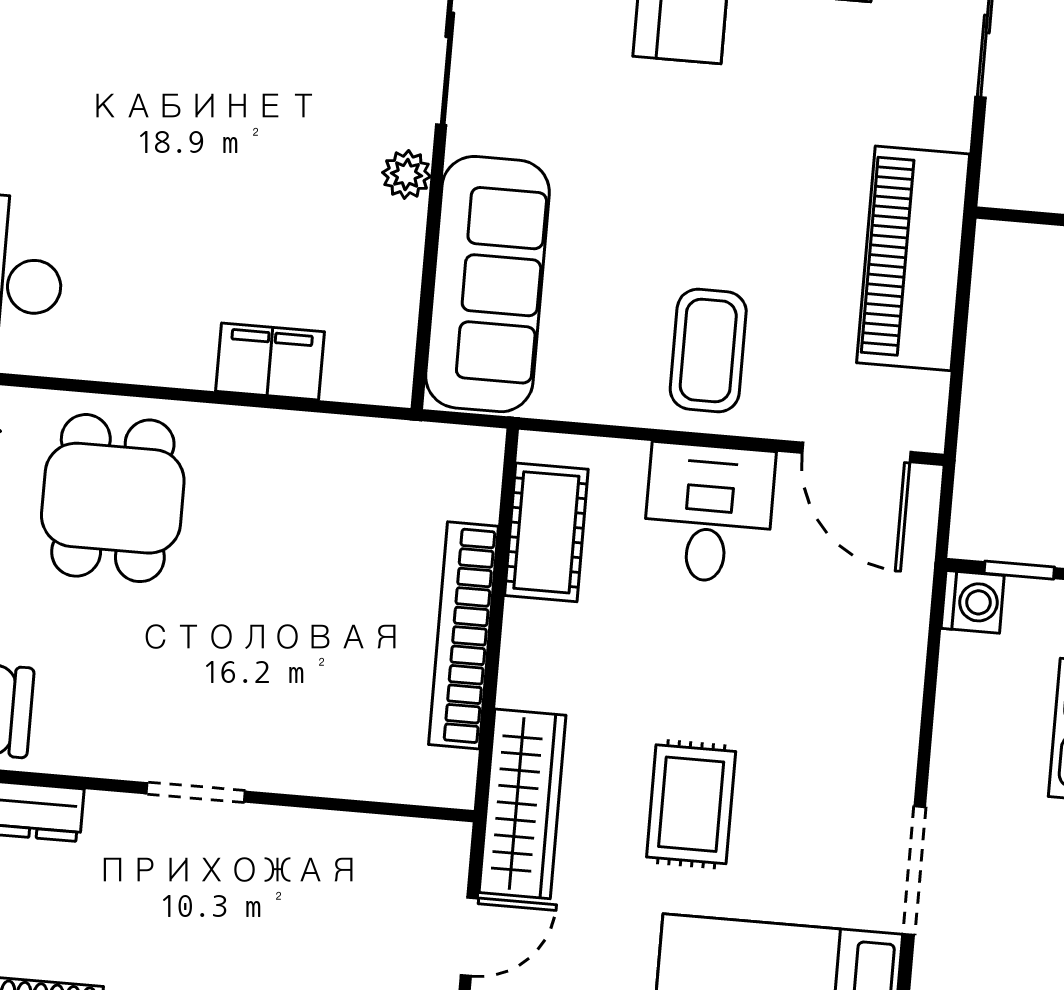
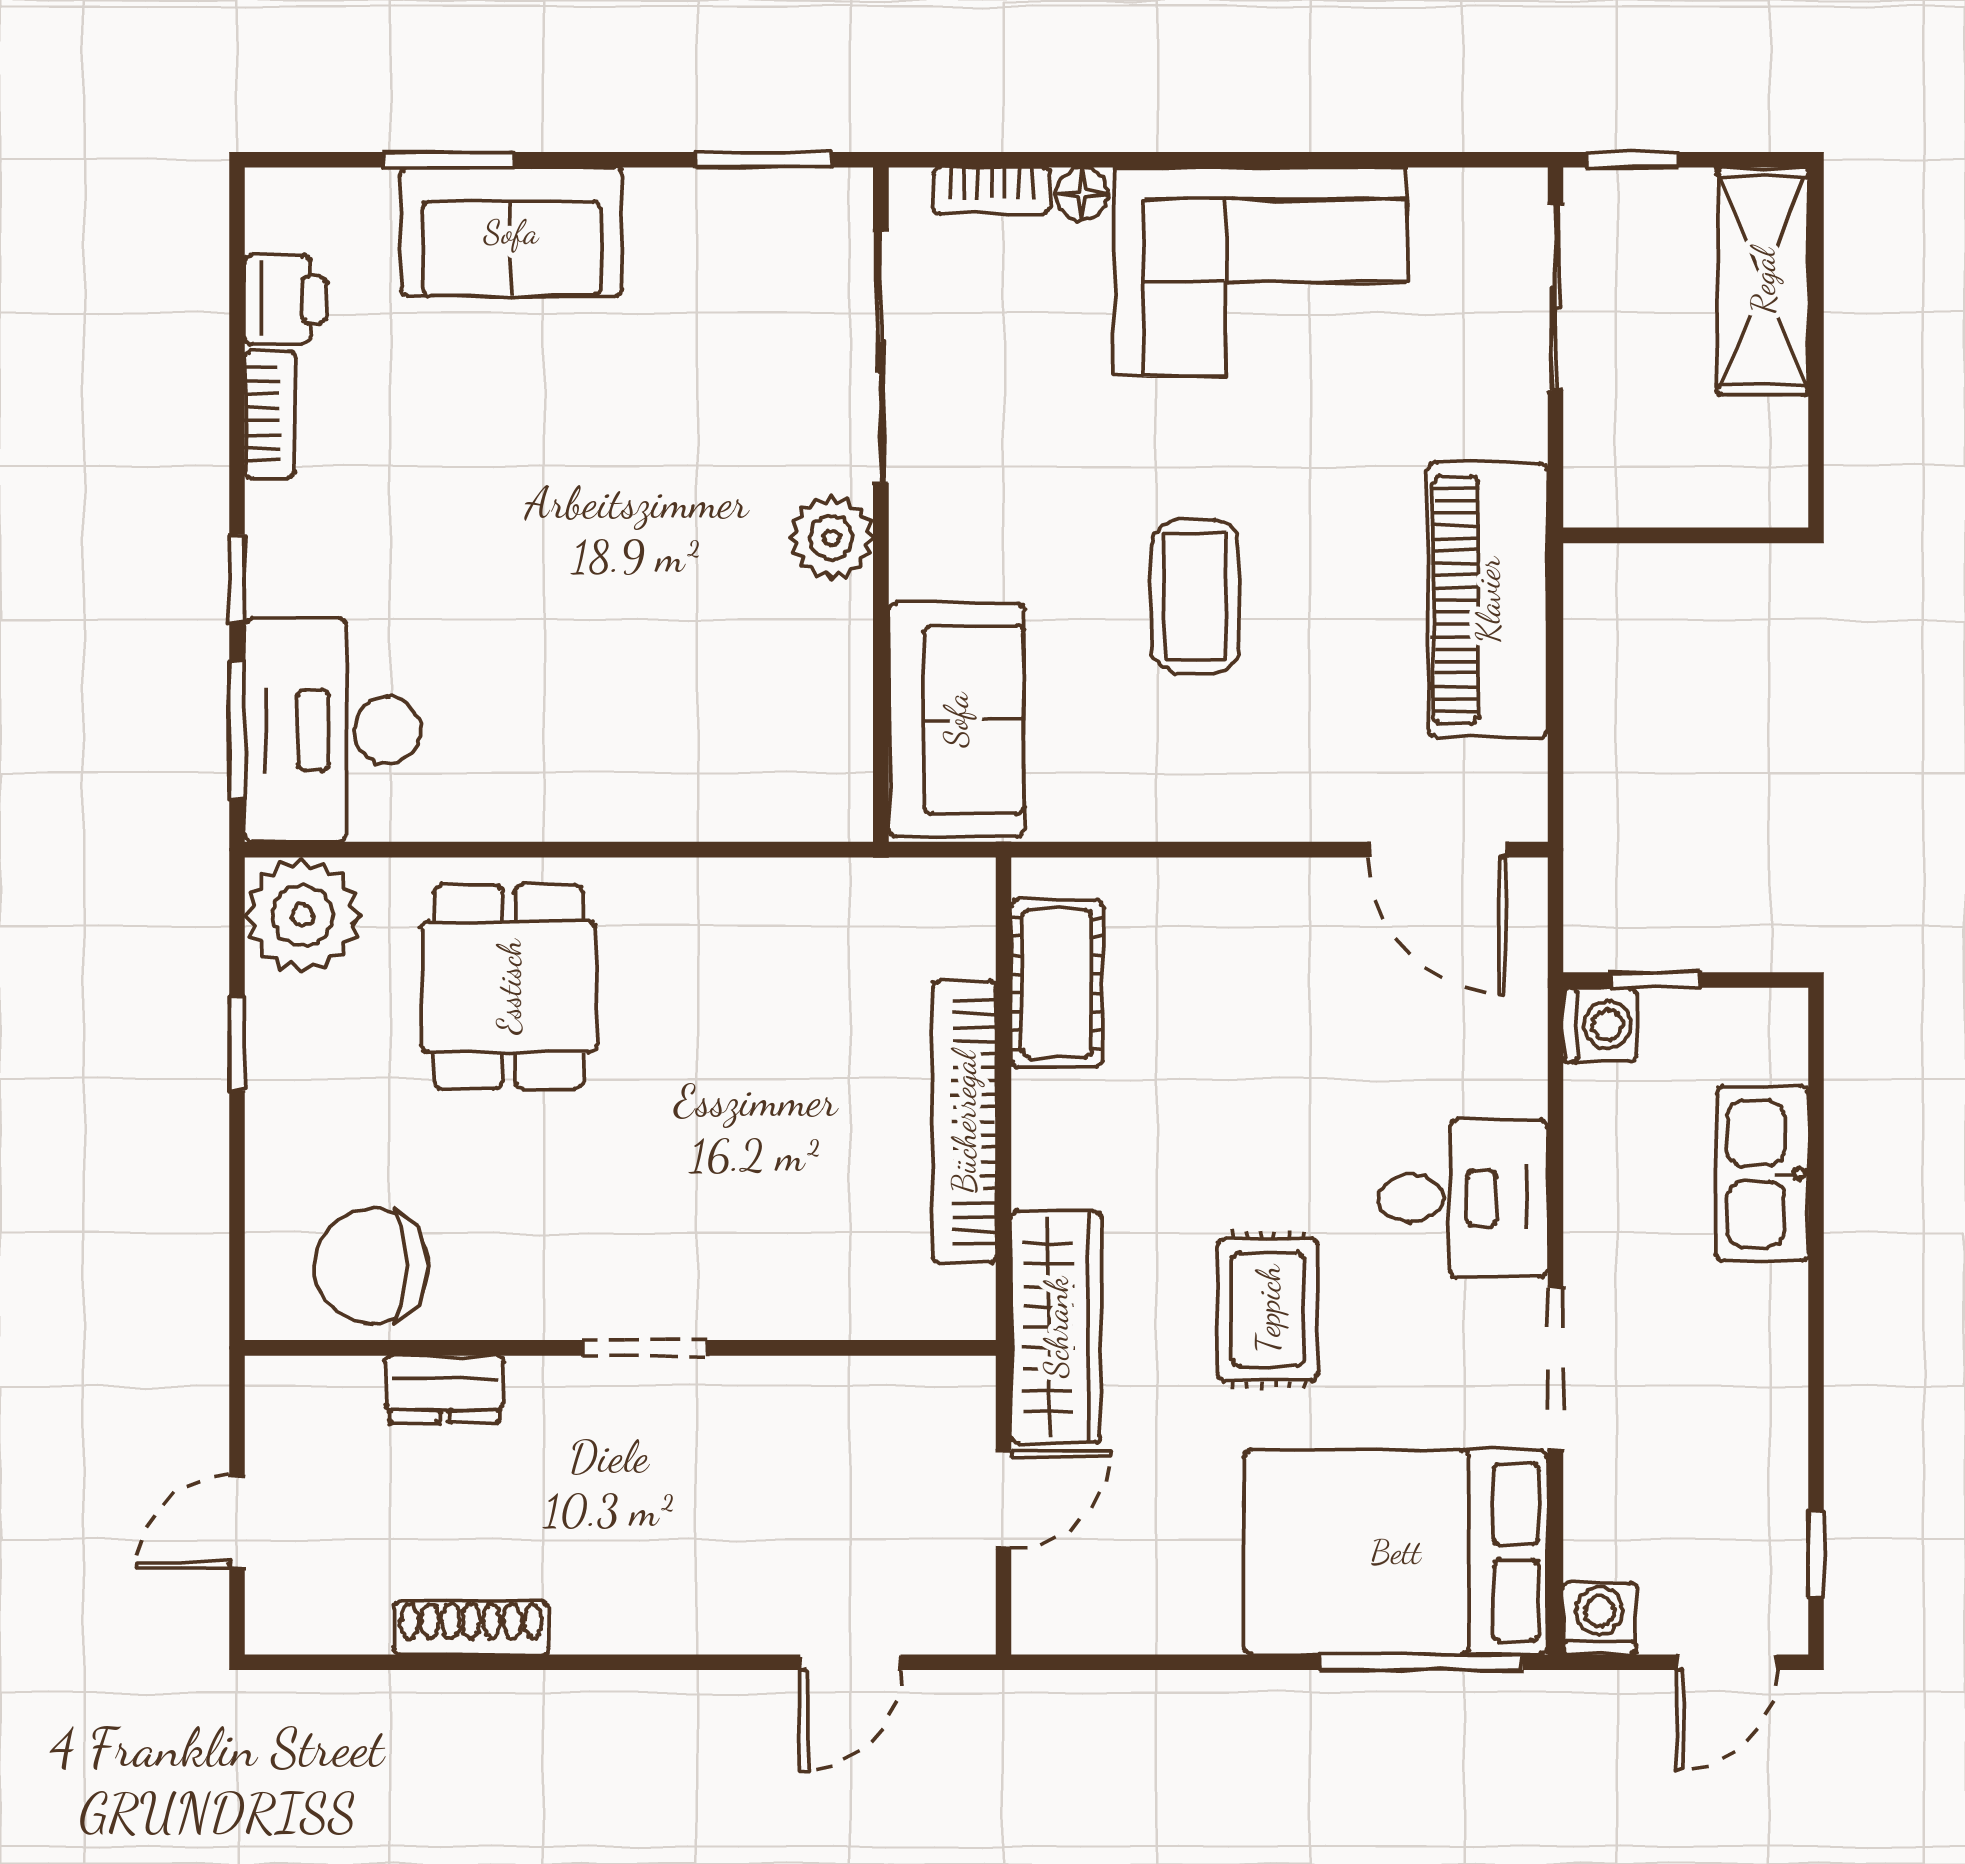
plant: (407, 174) -> (831, 537), width x1.38, depth x1.38
sofa: (487, 284) -> (956, 720), width x0.73
coffee table: (708, 351) -> (1195, 596), moved
filing cabinet: (270, 362) -> (691, 799), removed
desk: (709, 513) -> (1463, 1198), moved, turned 90

